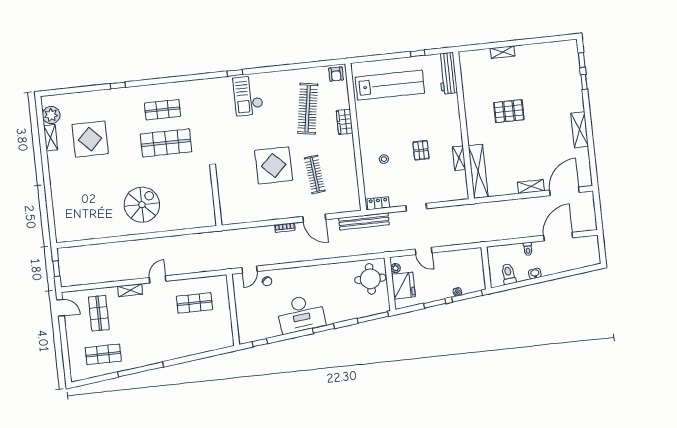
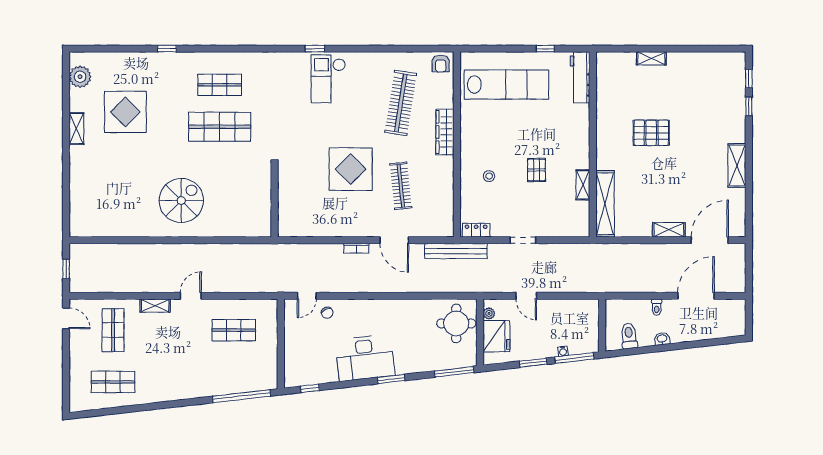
wardrobe: (345, 122) -> (445, 132), width x1.50
shelving: (51, 138) -> (76, 129), moved
window: (141, 369) -> (241, 396), moved

